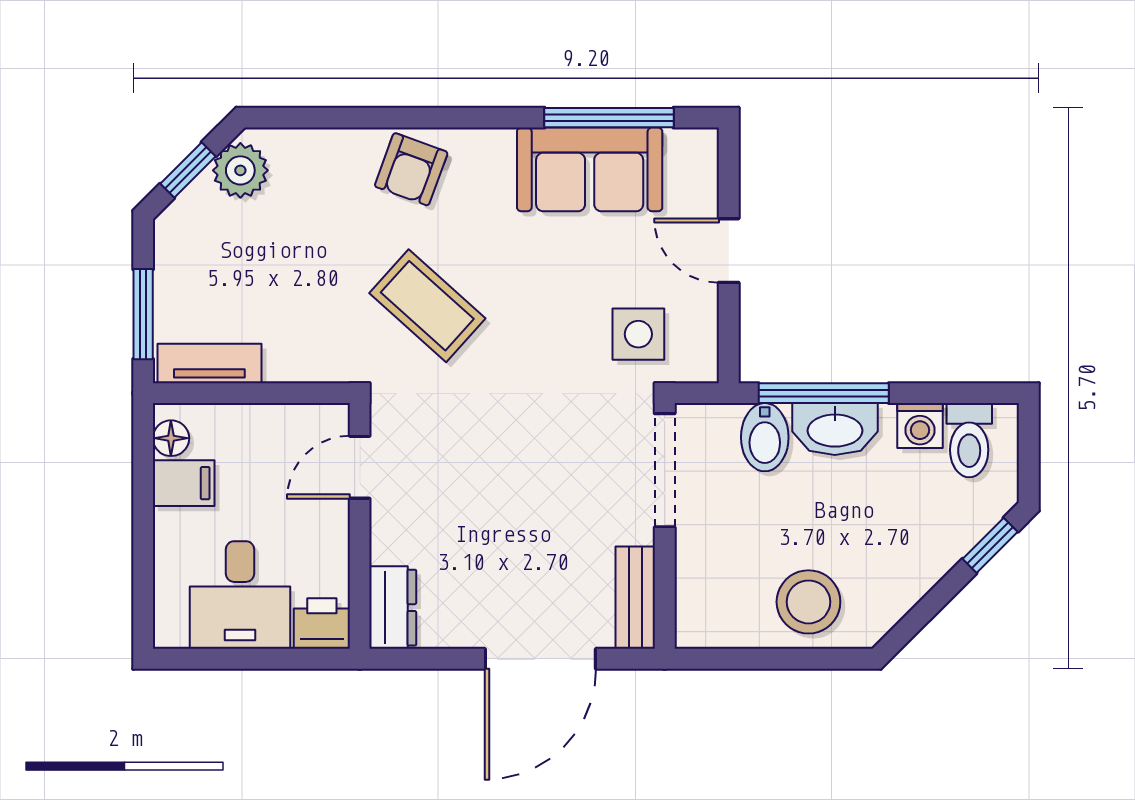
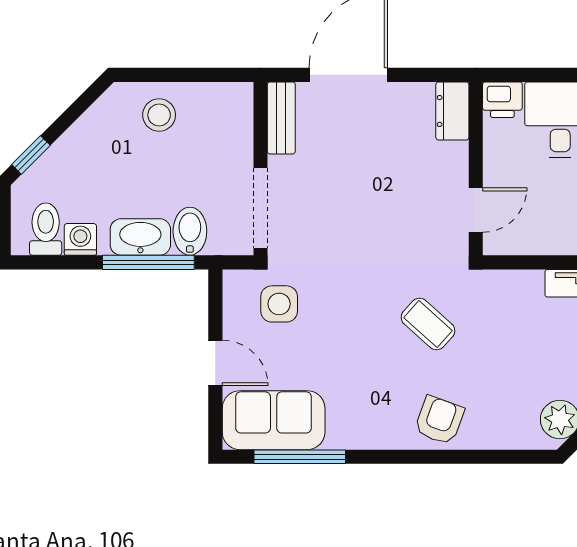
sofa: (590, 169) -> (274, 420), moved
coffee table: (427, 306) -> (428, 324), width x0.73, depth x0.77
stool: (808, 602) -> (159, 115), width x0.73, depth x0.73

